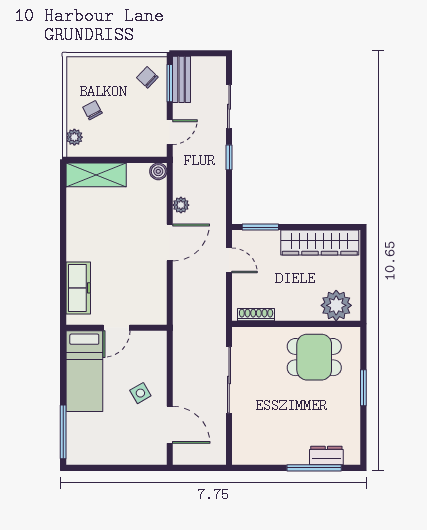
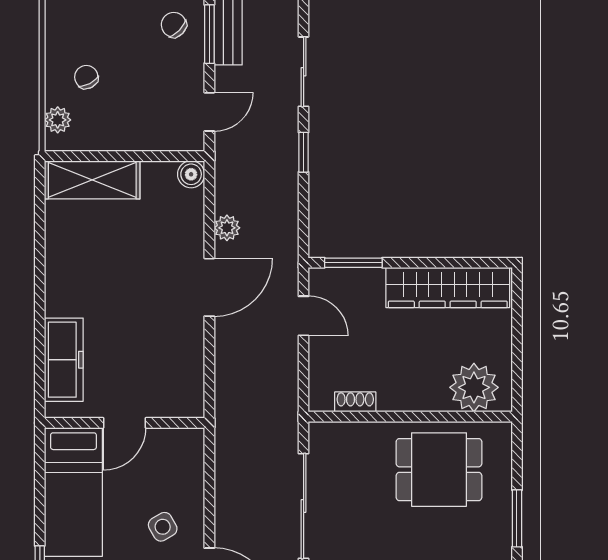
shoe rack: (256, 315) -> (355, 402), width x0.70

